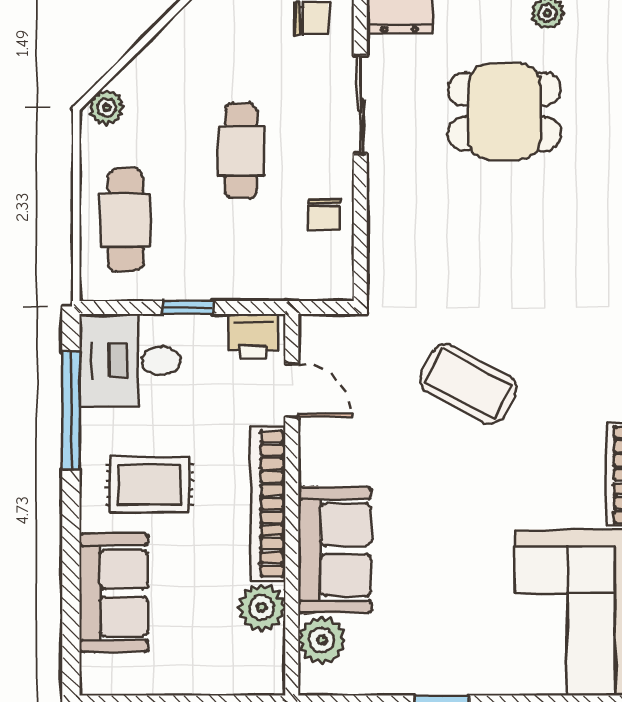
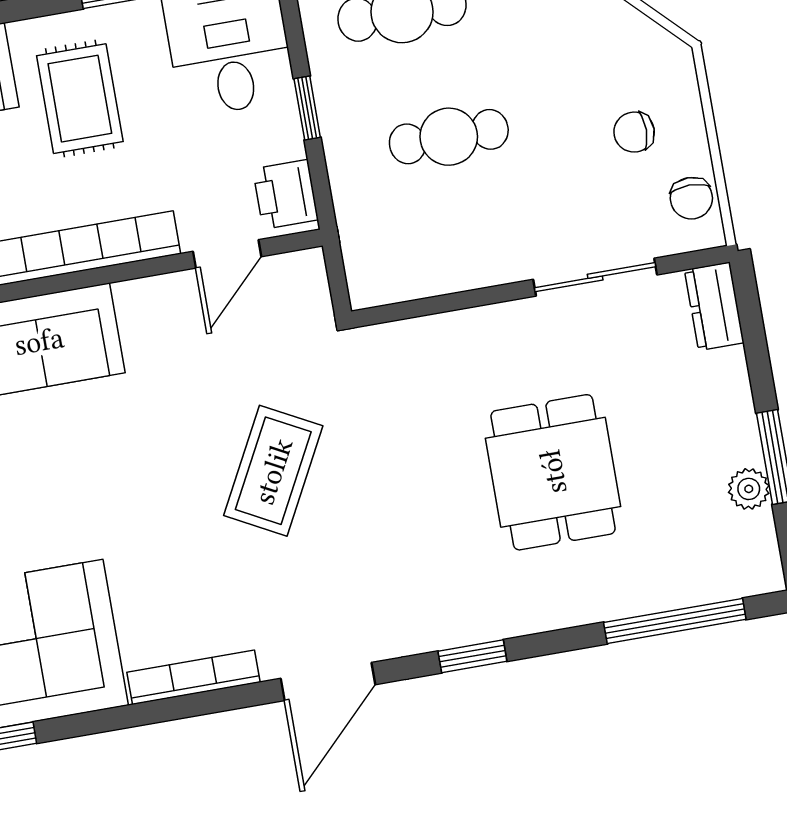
dining table: (504, 112) -> (553, 472), moved
cafe table: (241, 151) -> (449, 137), moved
chair: (324, 215) -> (634, 132), moved

